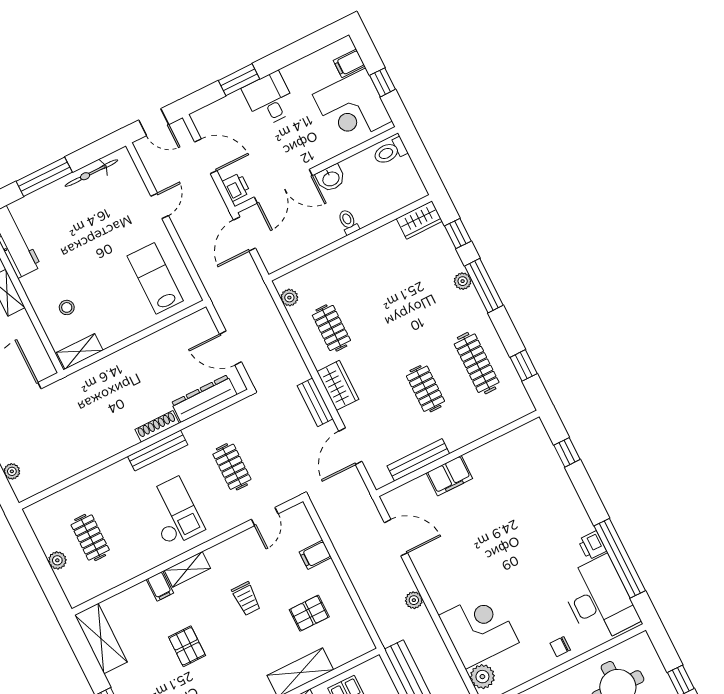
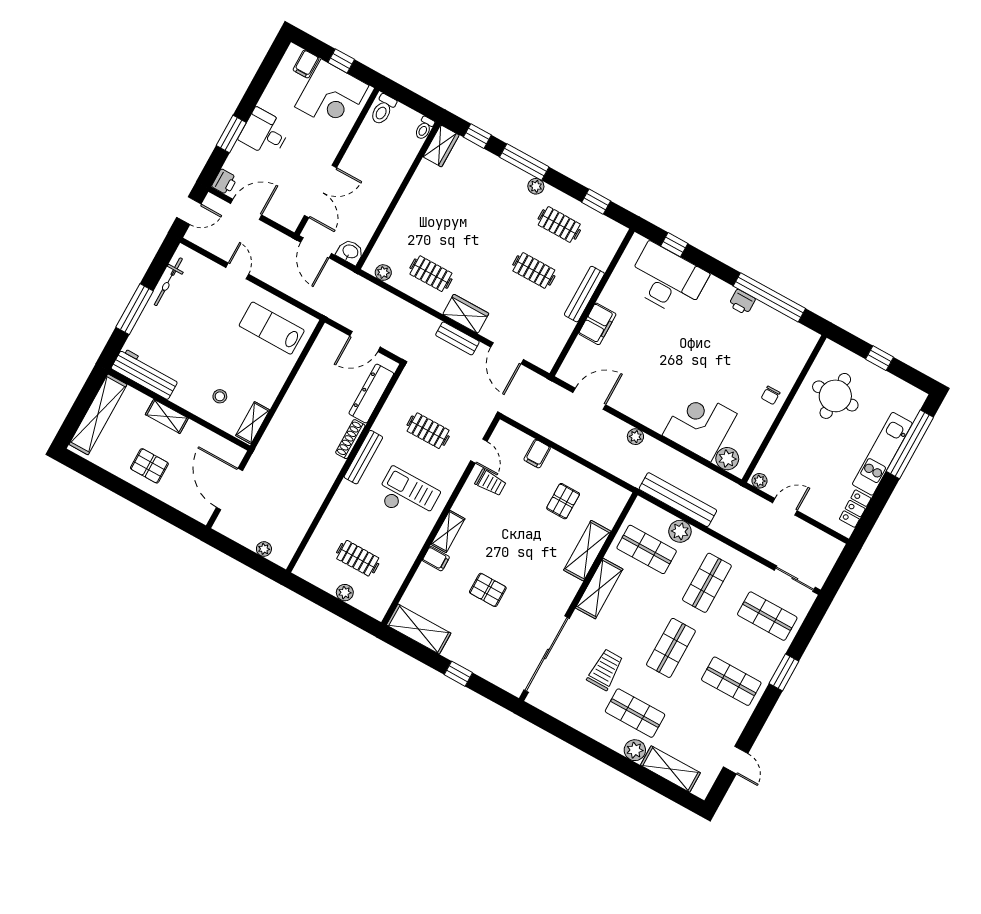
washbasin: (331, 178) -> (350, 252), moved, turned -90
printer: (236, 187) -> (225, 182), moved, turned 90
toilet: (348, 222) -> (424, 128), moved, turned -90
plant: (463, 281) -> (536, 186), moved
clothes rail: (477, 363) -> (559, 224), width x0.73
bench: (418, 460) -> (584, 294), moved
trolley: (246, 599) -> (491, 483), moved
desk: (599, 600) -> (667, 280), moved

